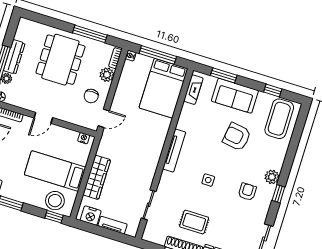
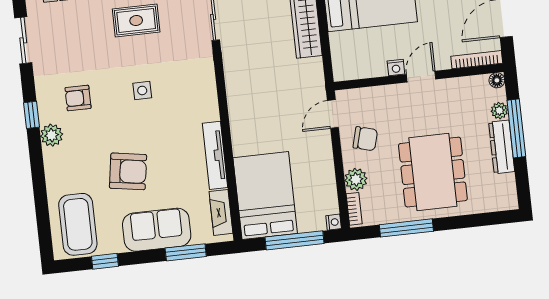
chair: (91, 96) -> (365, 139), turned 105
nightstand: (84, 138) -> (396, 68), moved
tv unit: (174, 151) -> (215, 155), moved
armchair: (247, 192) -> (78, 98), turned 90

